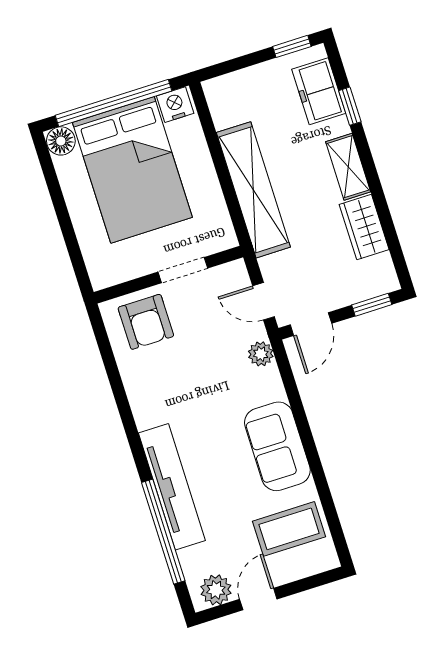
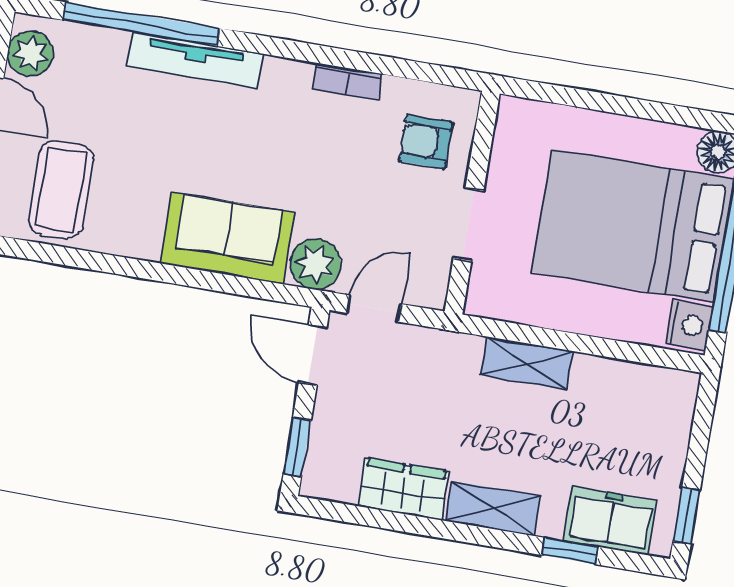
shelving: (253, 190) -> (527, 363), width x0.45, depth x0.75
armchair: (146, 322) -> (426, 142), width x0.72, depth x0.72
plant: (261, 354) -> (315, 264), width x1.38, depth x1.38
bookcase: (134, 389) -> (347, 81), added
sofa: (277, 446) -> (227, 238), moved
tv unit: (172, 487) -> (195, 60), width x0.73, depth x0.78

